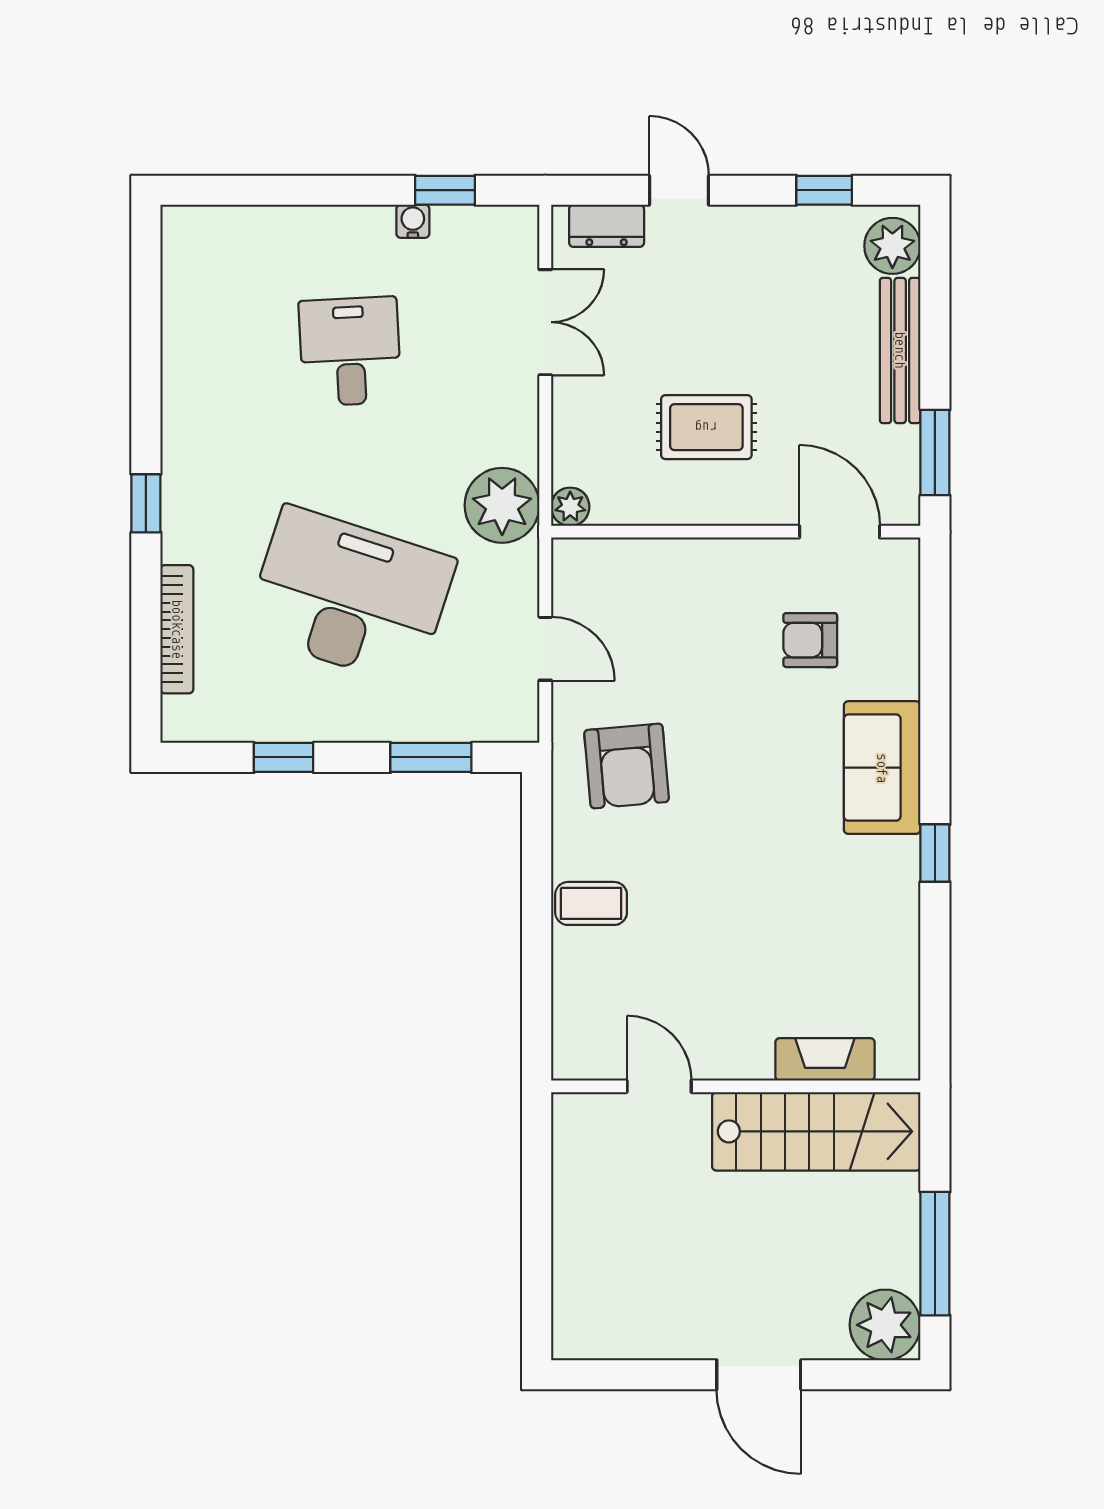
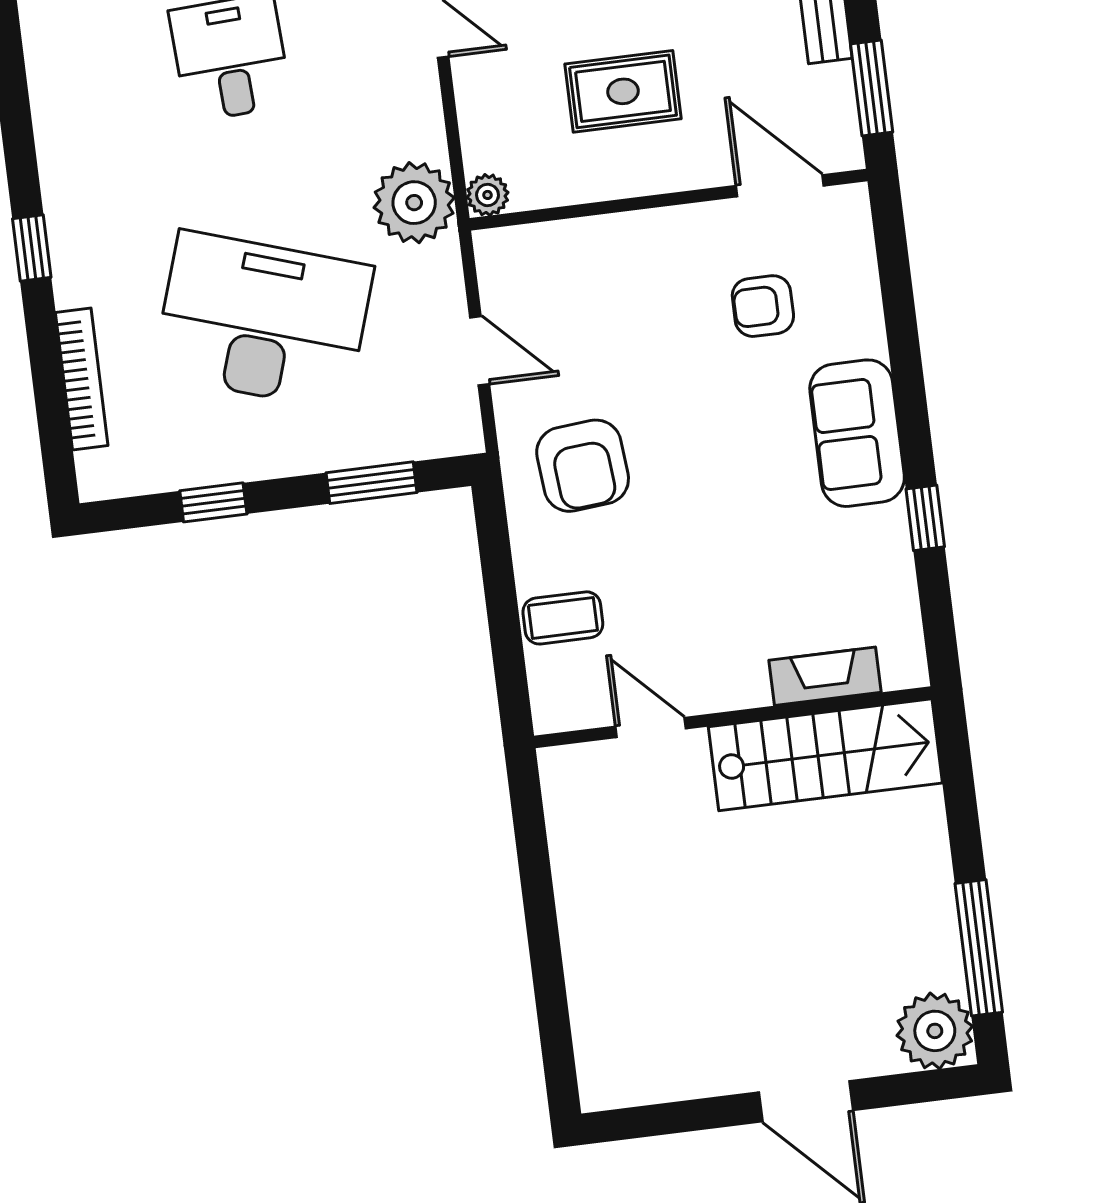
fireplace: (825, 1059) -> (825, 676), moved
door: (659, 1086) -> (651, 727), moved
wall: (736, 1086) -> (733, 717), moved
stairs: (816, 1131) -> (825, 755), moved

